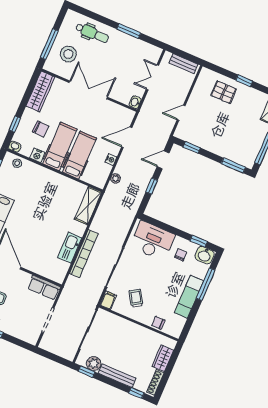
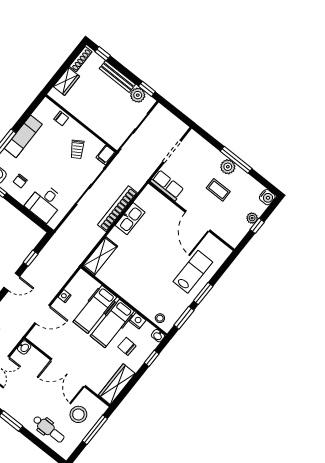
dental chair: (92, 33) -> (49, 429), turned 180
plant: (116, 178) -> (65, 276), removed
desk: (152, 241) -> (45, 203), width x0.73

